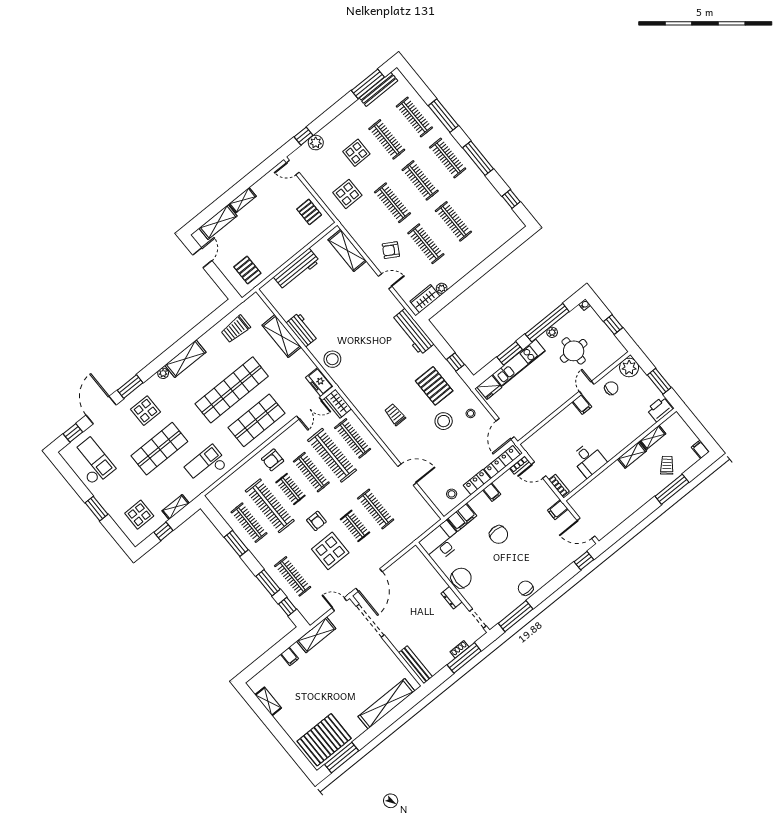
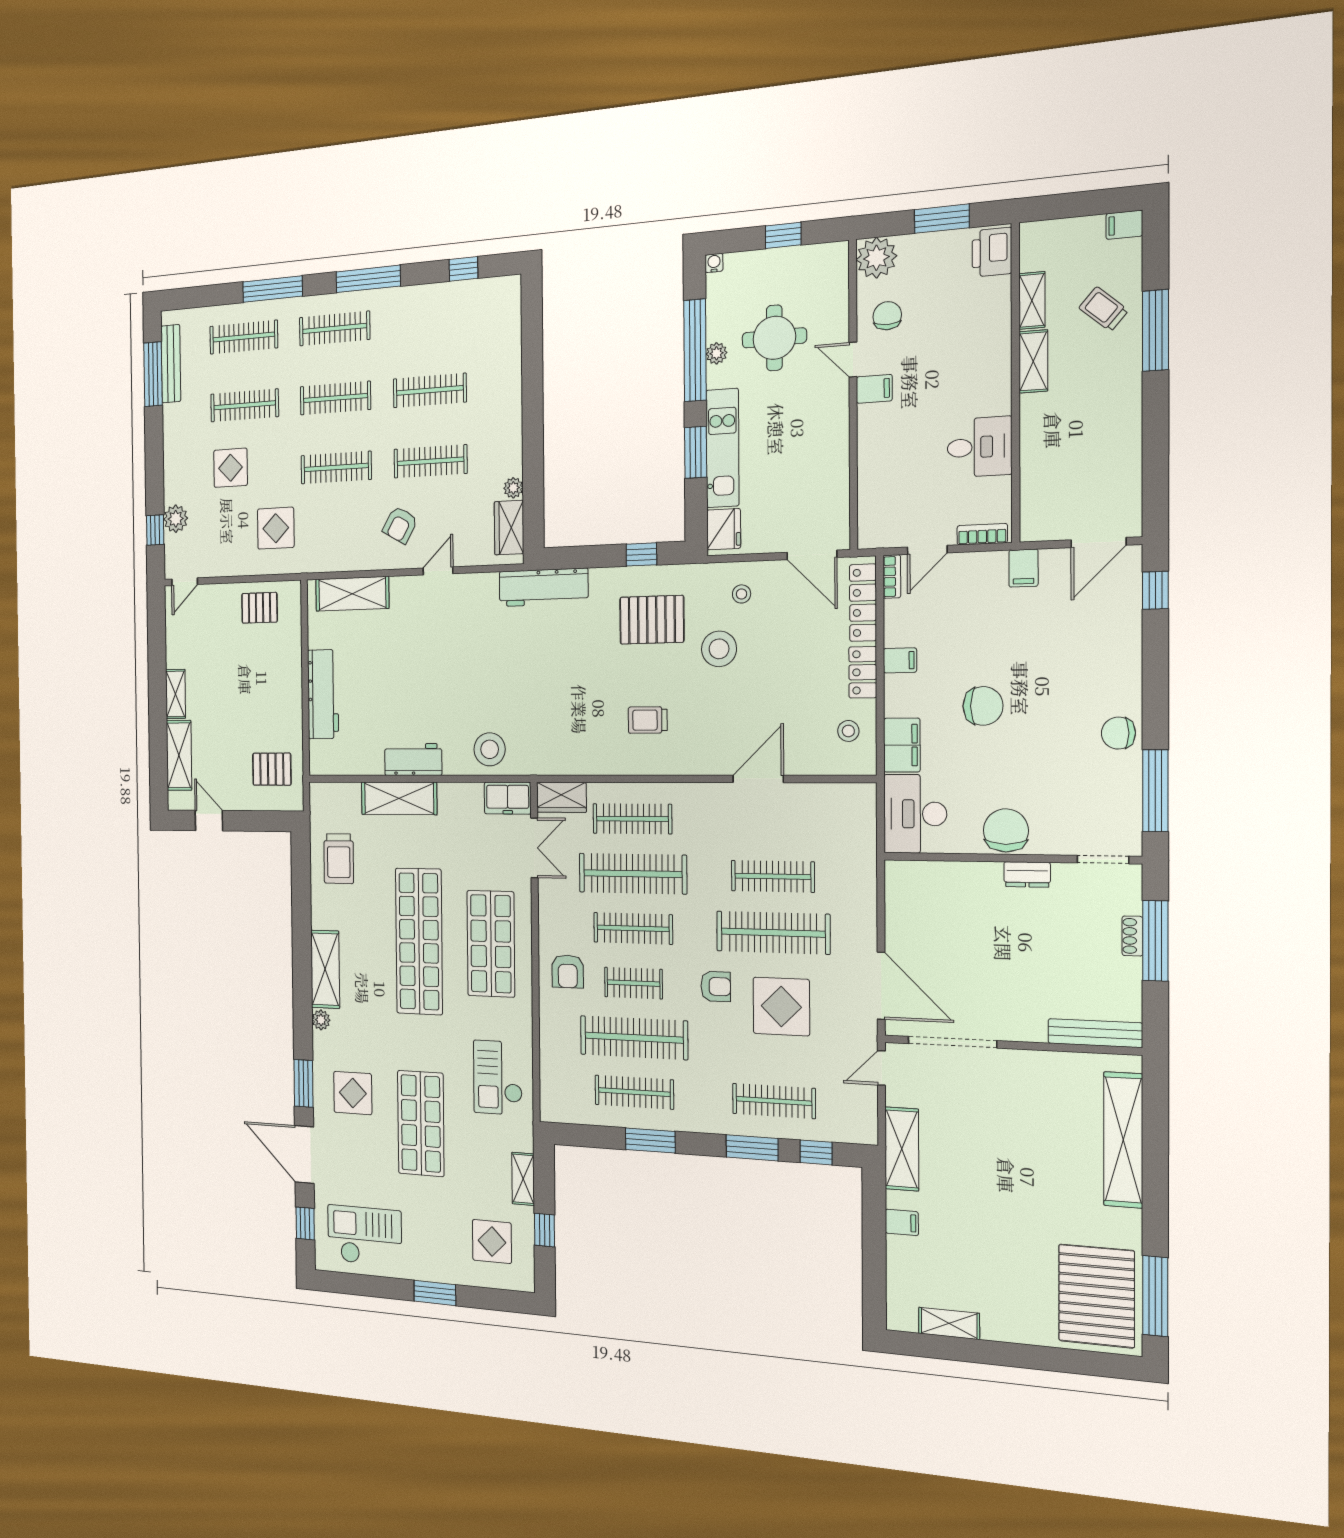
clothes rail: (355, 526) -> (773, 933), width x1.86, depth x1.31

